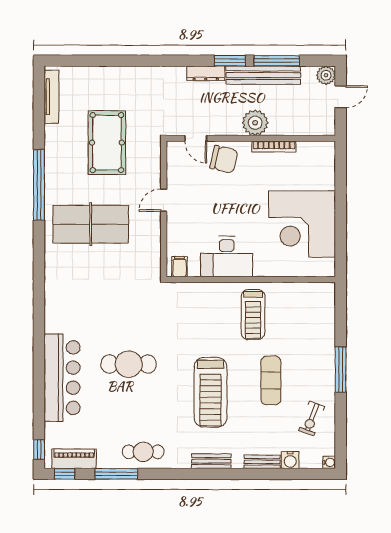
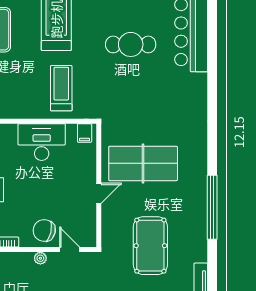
plant: (255, 123) -> (40, 258), moved, width x0.53, depth x0.53
table tennis table: (91, 224) -> (143, 163), moved
treadmill: (253, 315) -> (61, 88), moved

